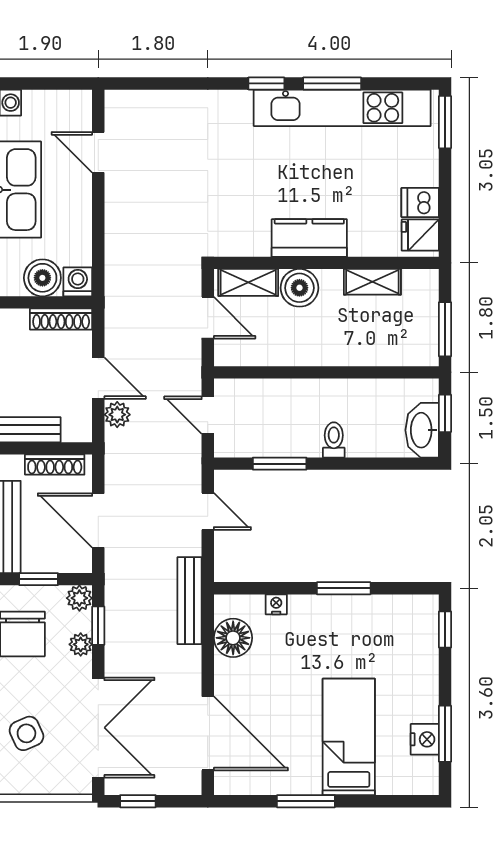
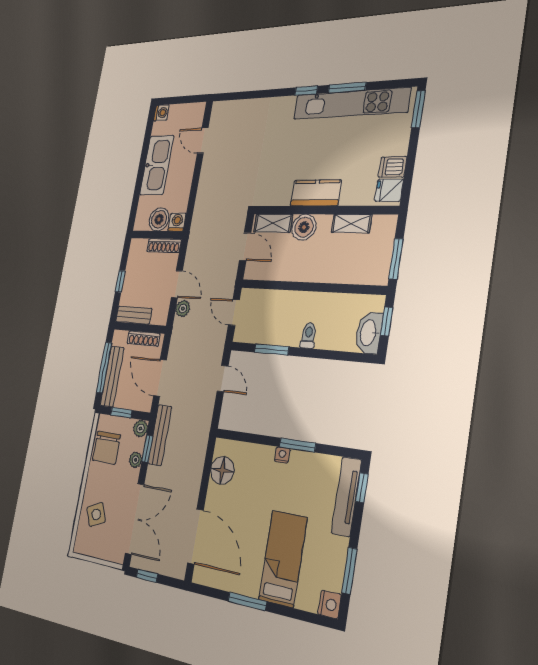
bench: (190, 601) -> (160, 435), moved
nightstand: (276, 604) -> (282, 455), moved
tv unit: (426, 644) -> (346, 496), added
nightstand: (425, 739) -> (329, 604), moved

